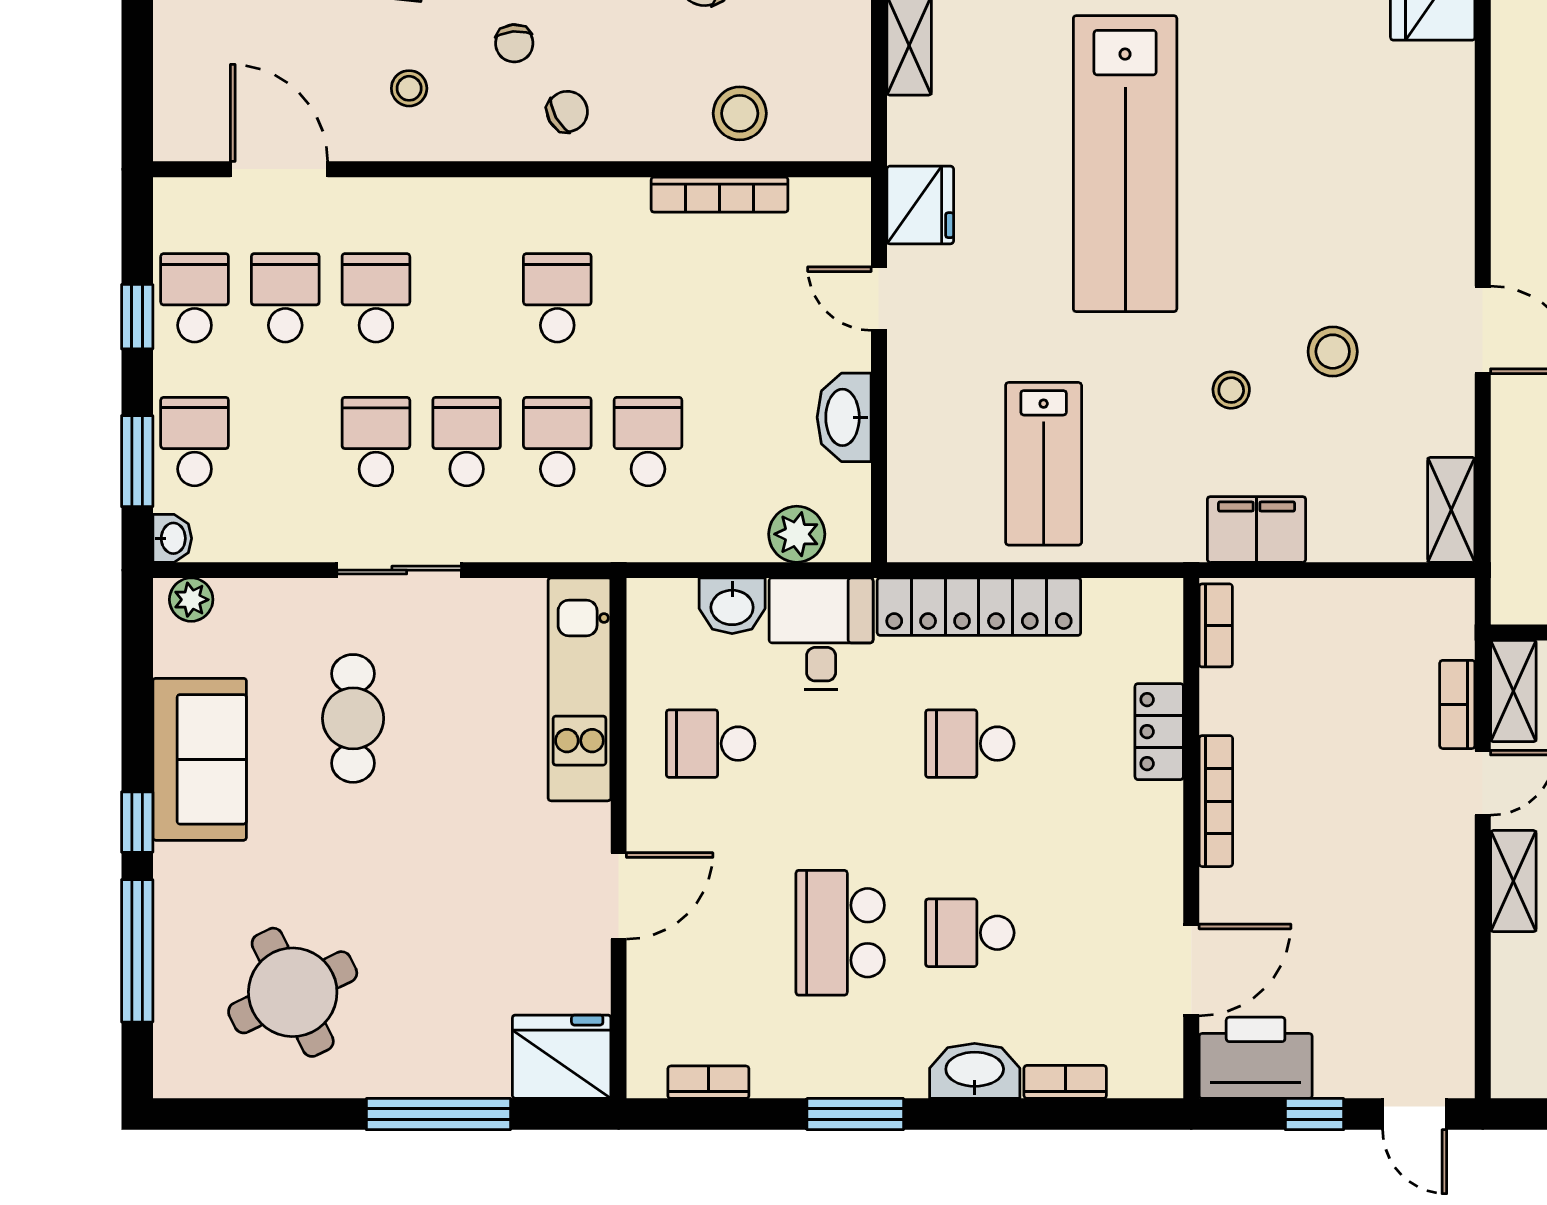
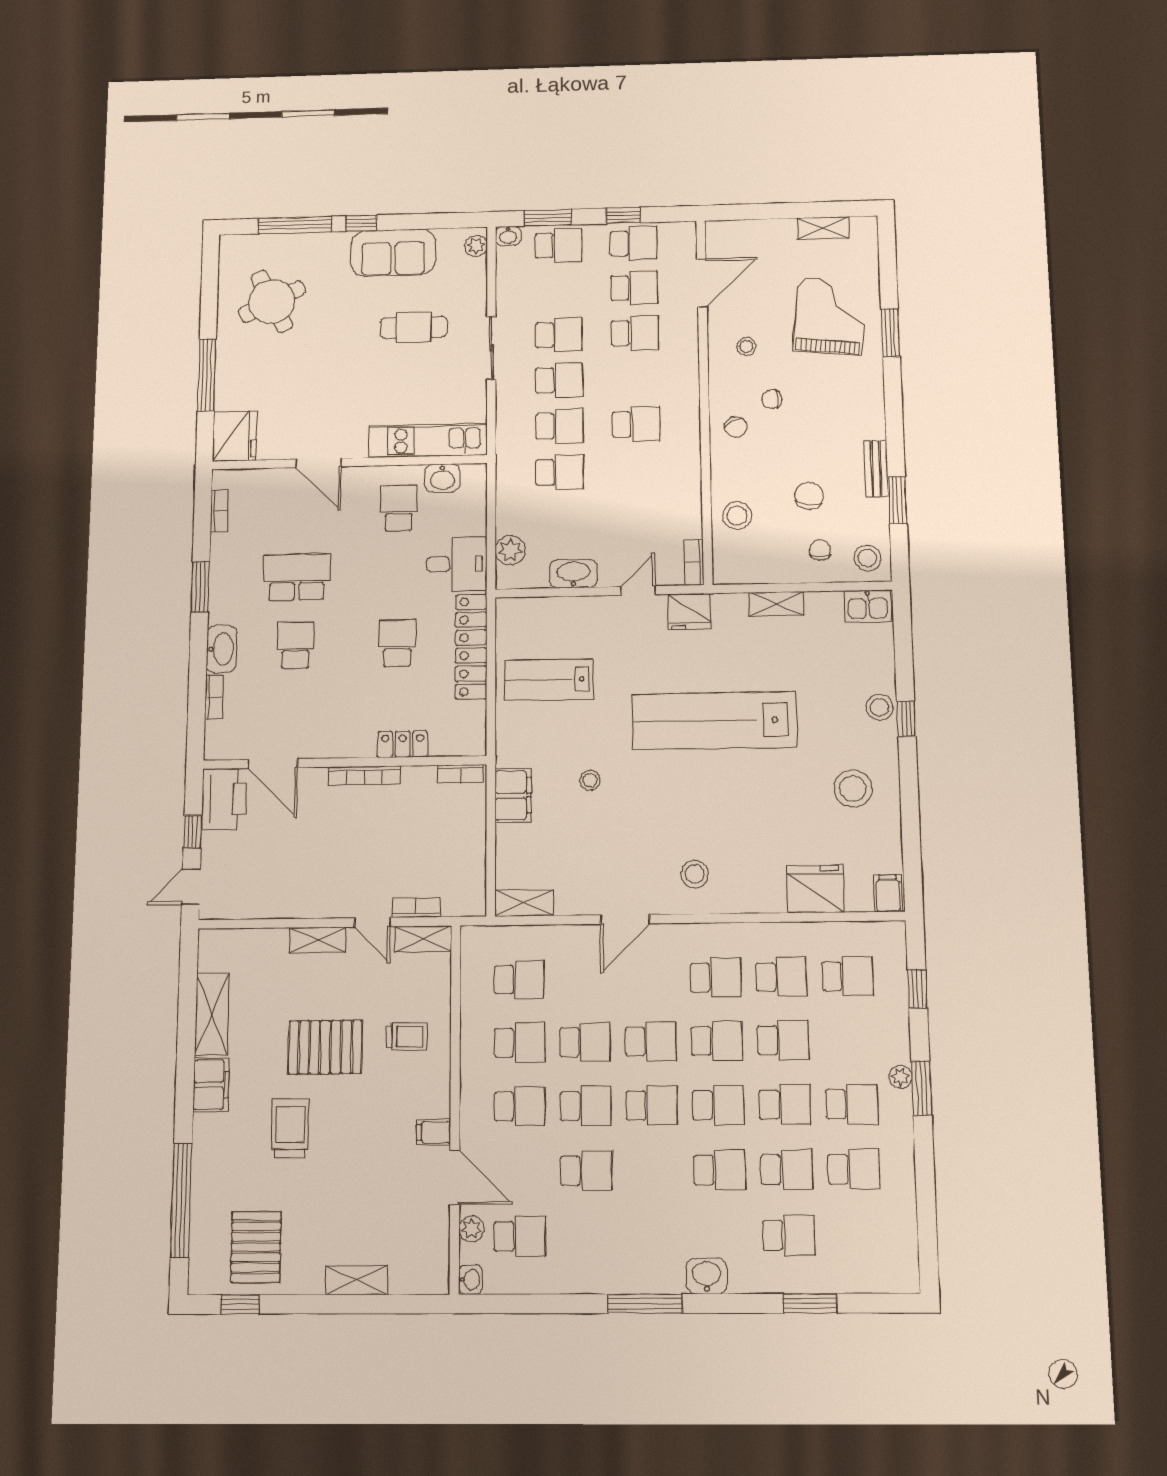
bookcase: (720, 195) -> (694, 562), moved, width x0.64
stool: (1333, 352) -> (695, 874), moved
washbasin: (732, 606) -> (442, 478), moved, turned -90

